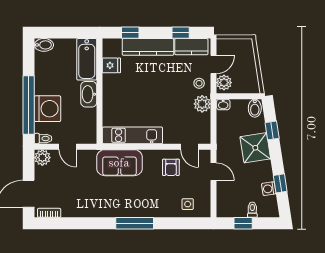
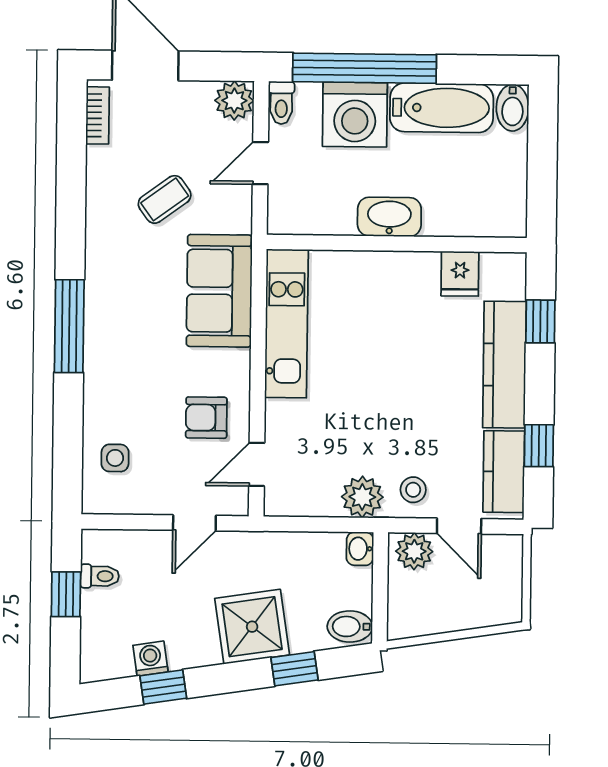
bathtub: (87, 59) -> (442, 108), moved, turned 180
coffee table: (83, 185) -> (165, 199), added
toilet: (252, 210) -> (100, 576), moved

